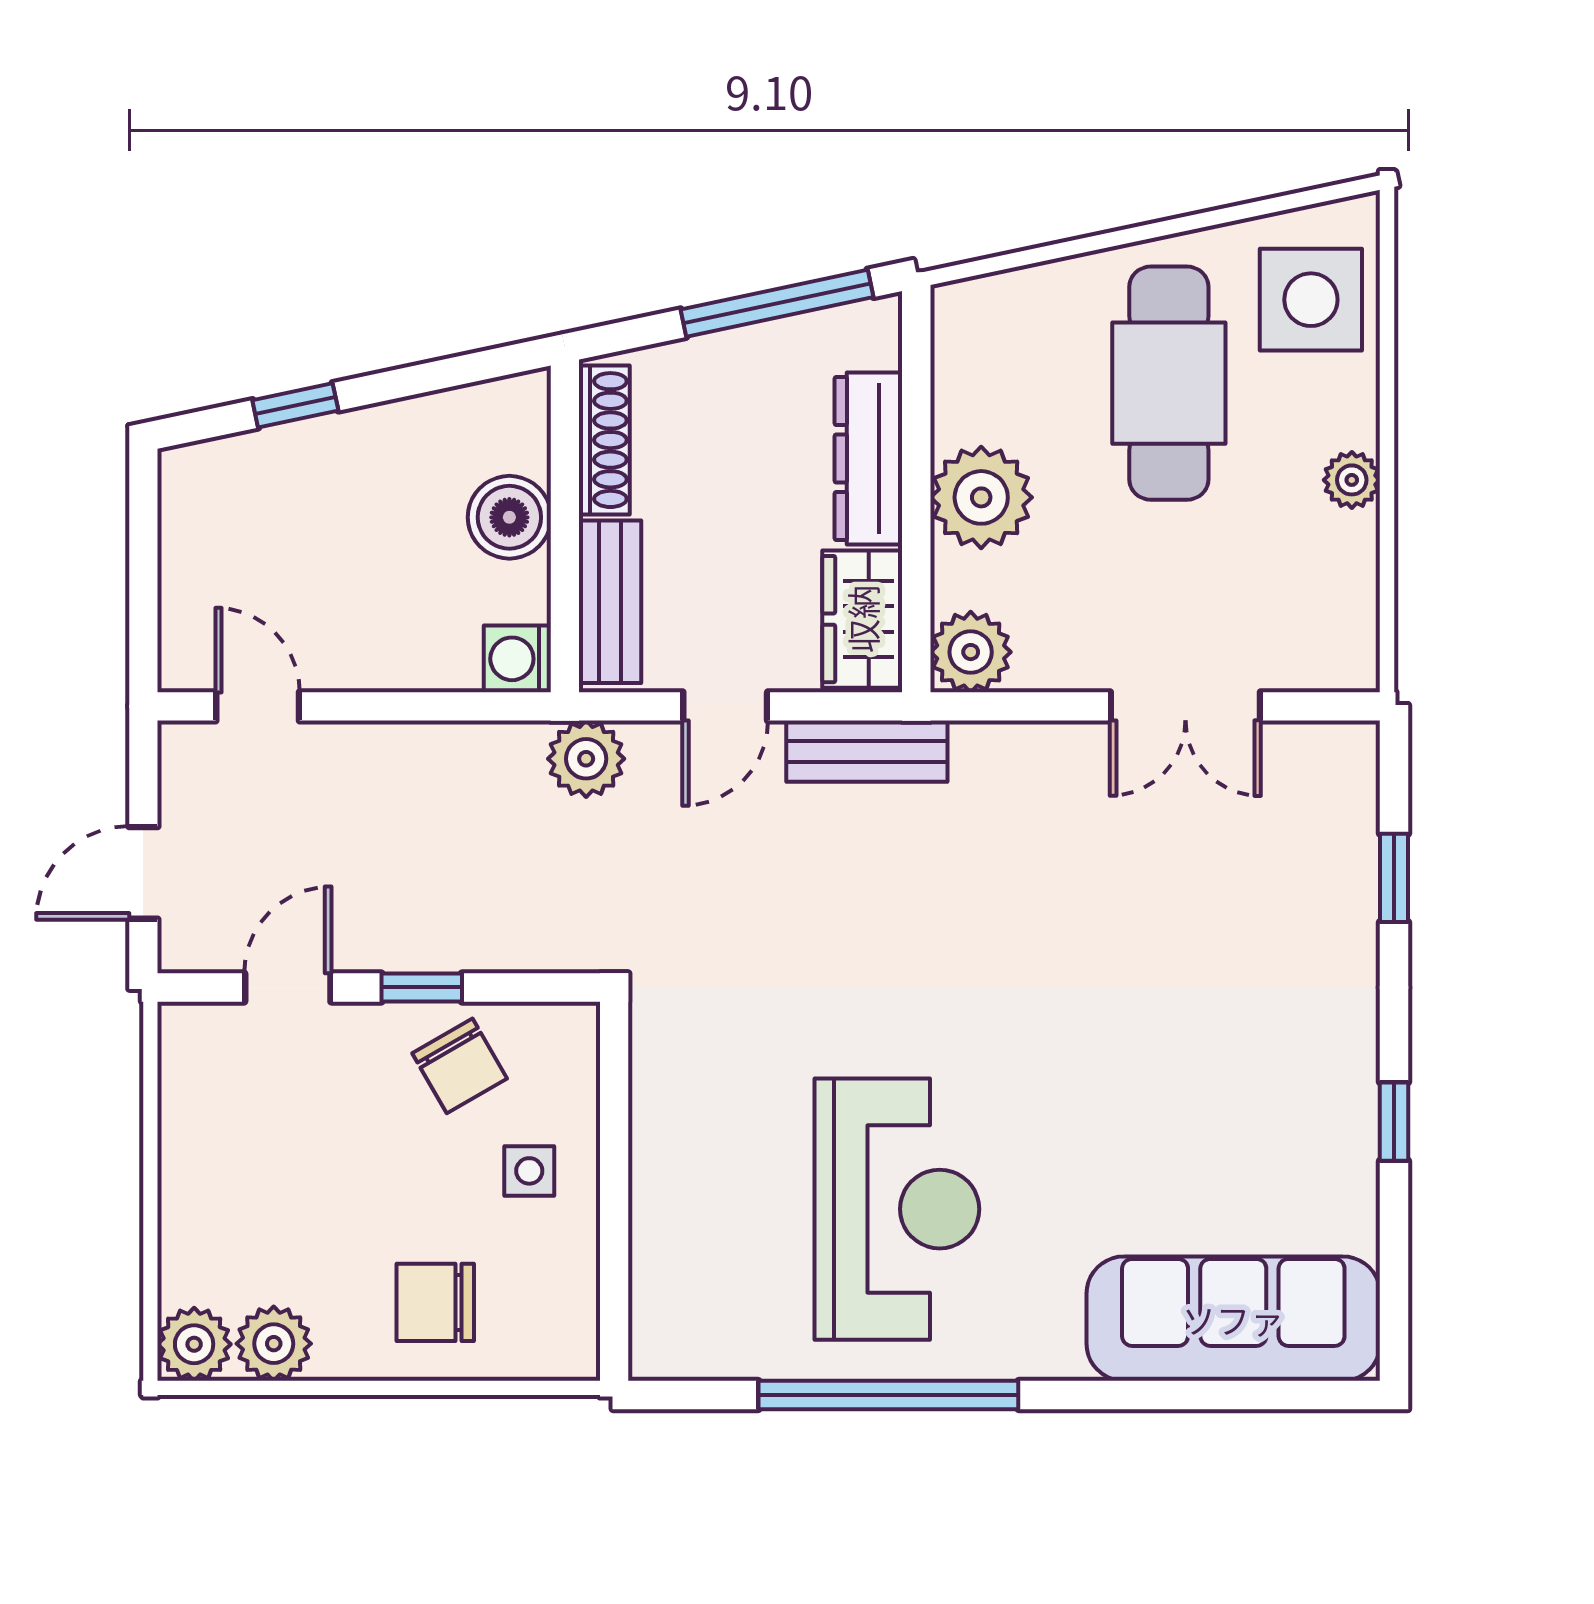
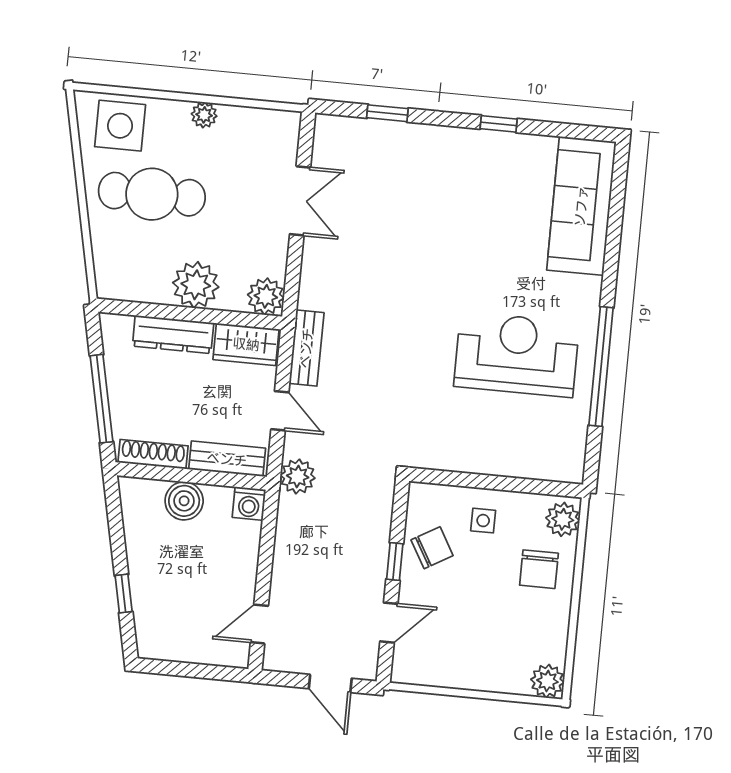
window: (777, 303) -> (102, 399), moved
door: (288, 987) -> (389, 623), swing flipped
plant: (274, 1344) -> (563, 519), moved

